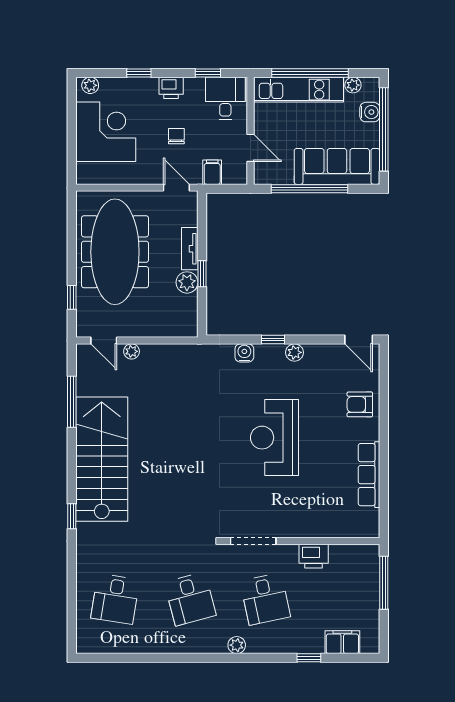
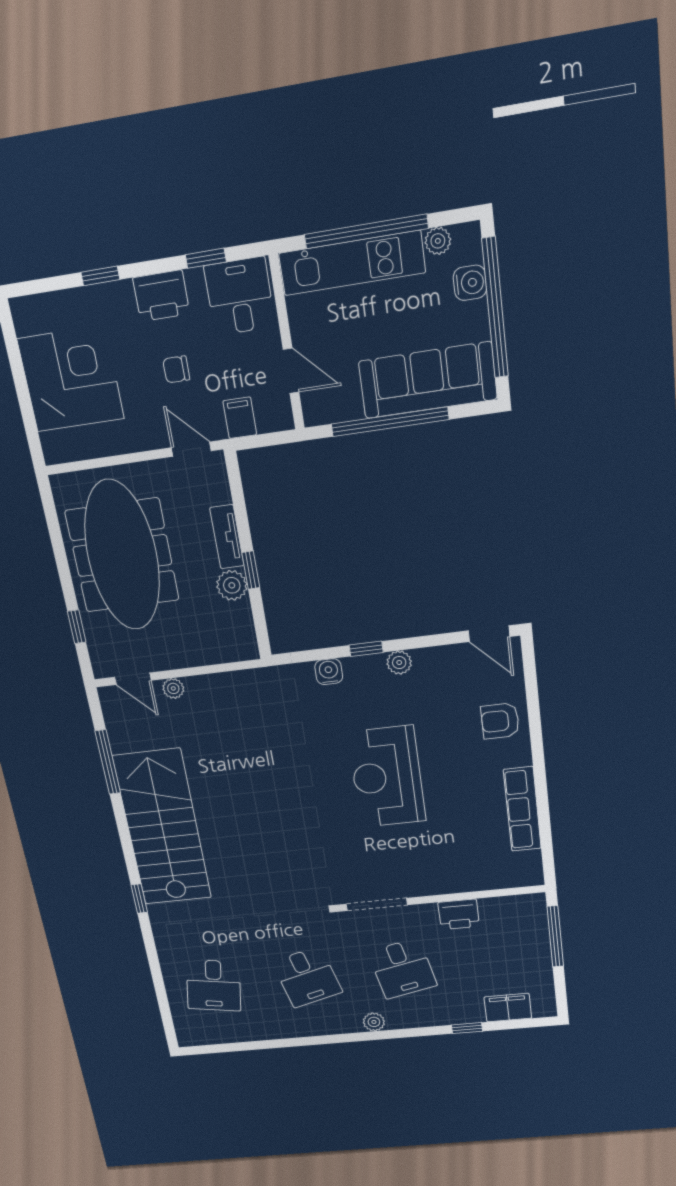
plant: (90, 85) -> (32, 308), removed
printer: (171, 88) -> (161, 296), width x1.36, depth x1.24
chair: (176, 136) -> (176, 369), turned -90

